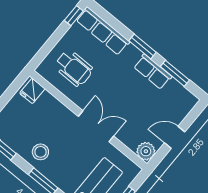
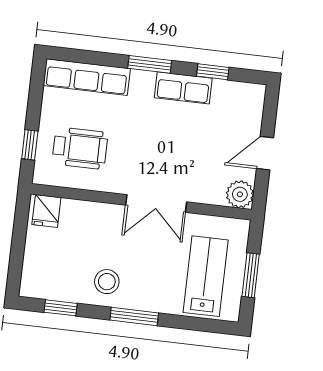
window: (74, 16) -> (30, 145), moved
window: (175, 73) -> (213, 72), width x0.67
double door: (96, 126) -> (156, 204), swing flipped

